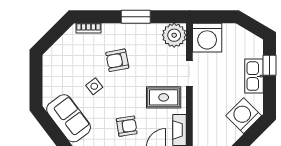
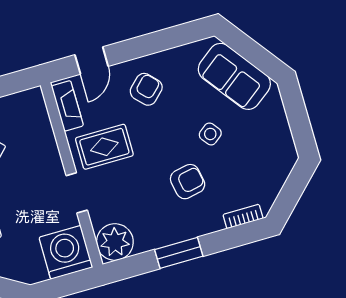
armchair: (127, 126) -> (146, 89), turned 145

